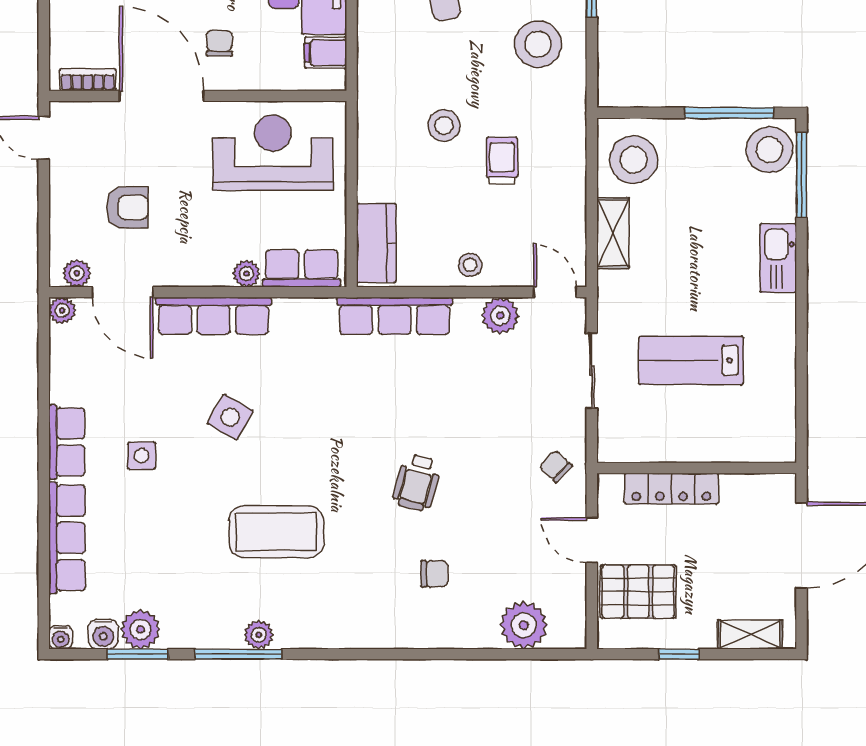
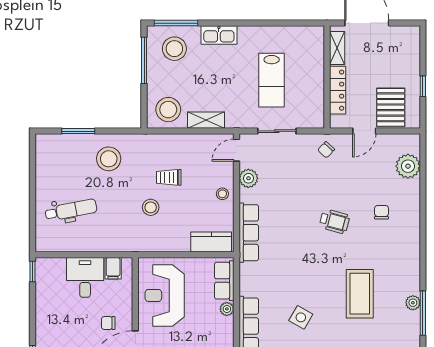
stool: (769, 150) -> (174, 49), moved
shelving: (750, 634) -> (337, 48), moved

